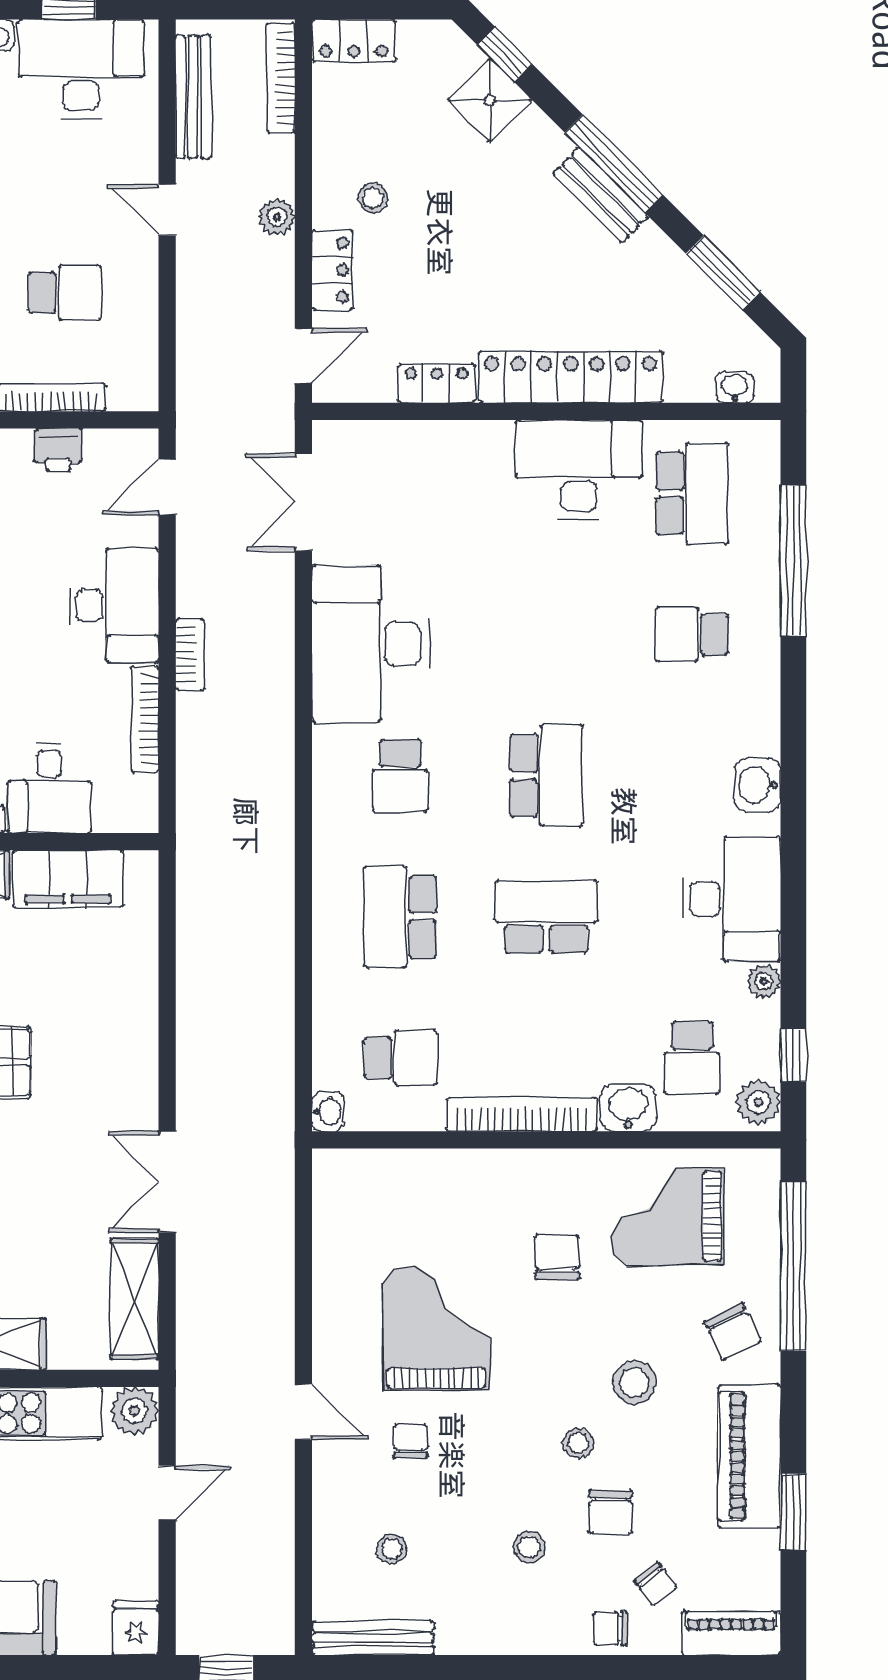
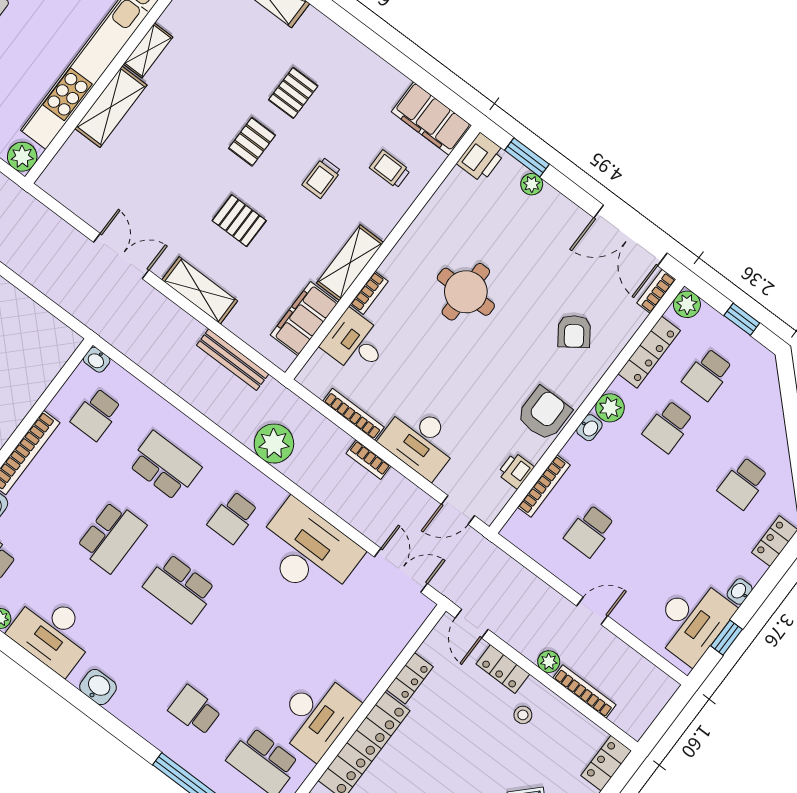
bookcase: (281, 78) -> (584, 691), moved
bench: (193, 97) -> (233, 360), moved
door: (167, 487) -> (458, 510), swing flipped
school desk: (692, 634) -> (195, 710), turned -90
school desk: (400, 776) -> (233, 517), turned -90
plant: (263, 795) -> (274, 444), added
shelving: (135, 1299) -> (200, 290), moved

